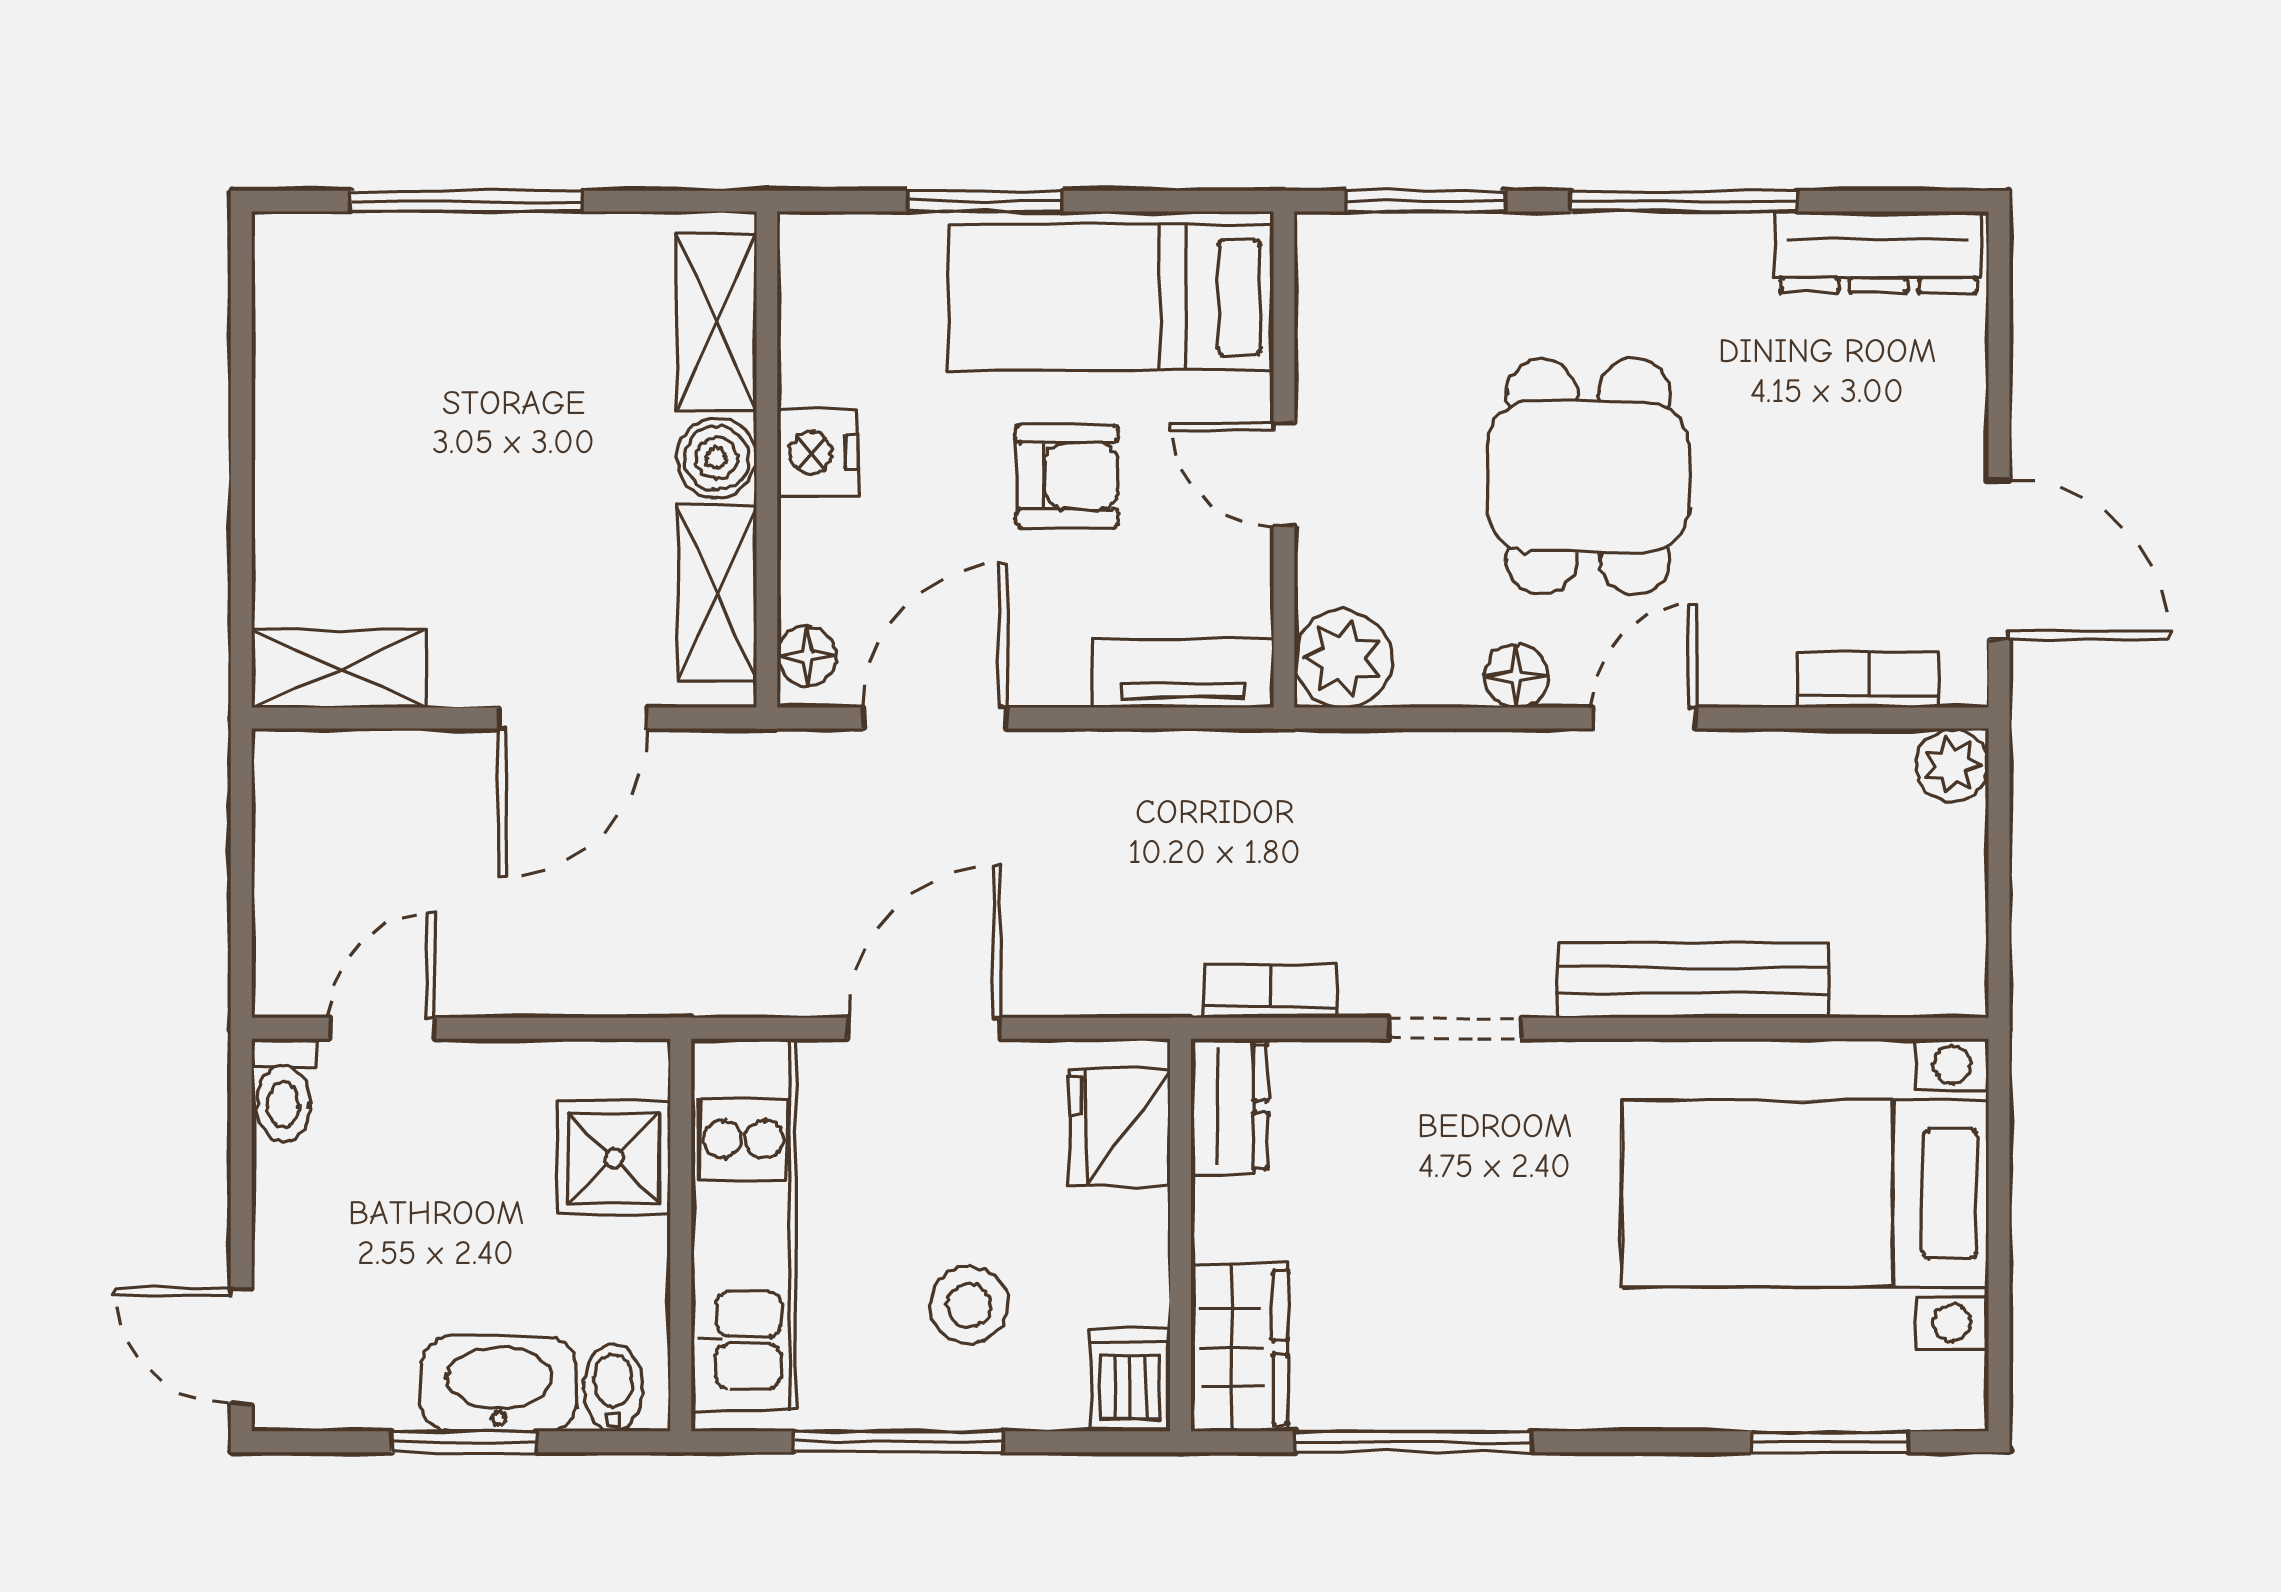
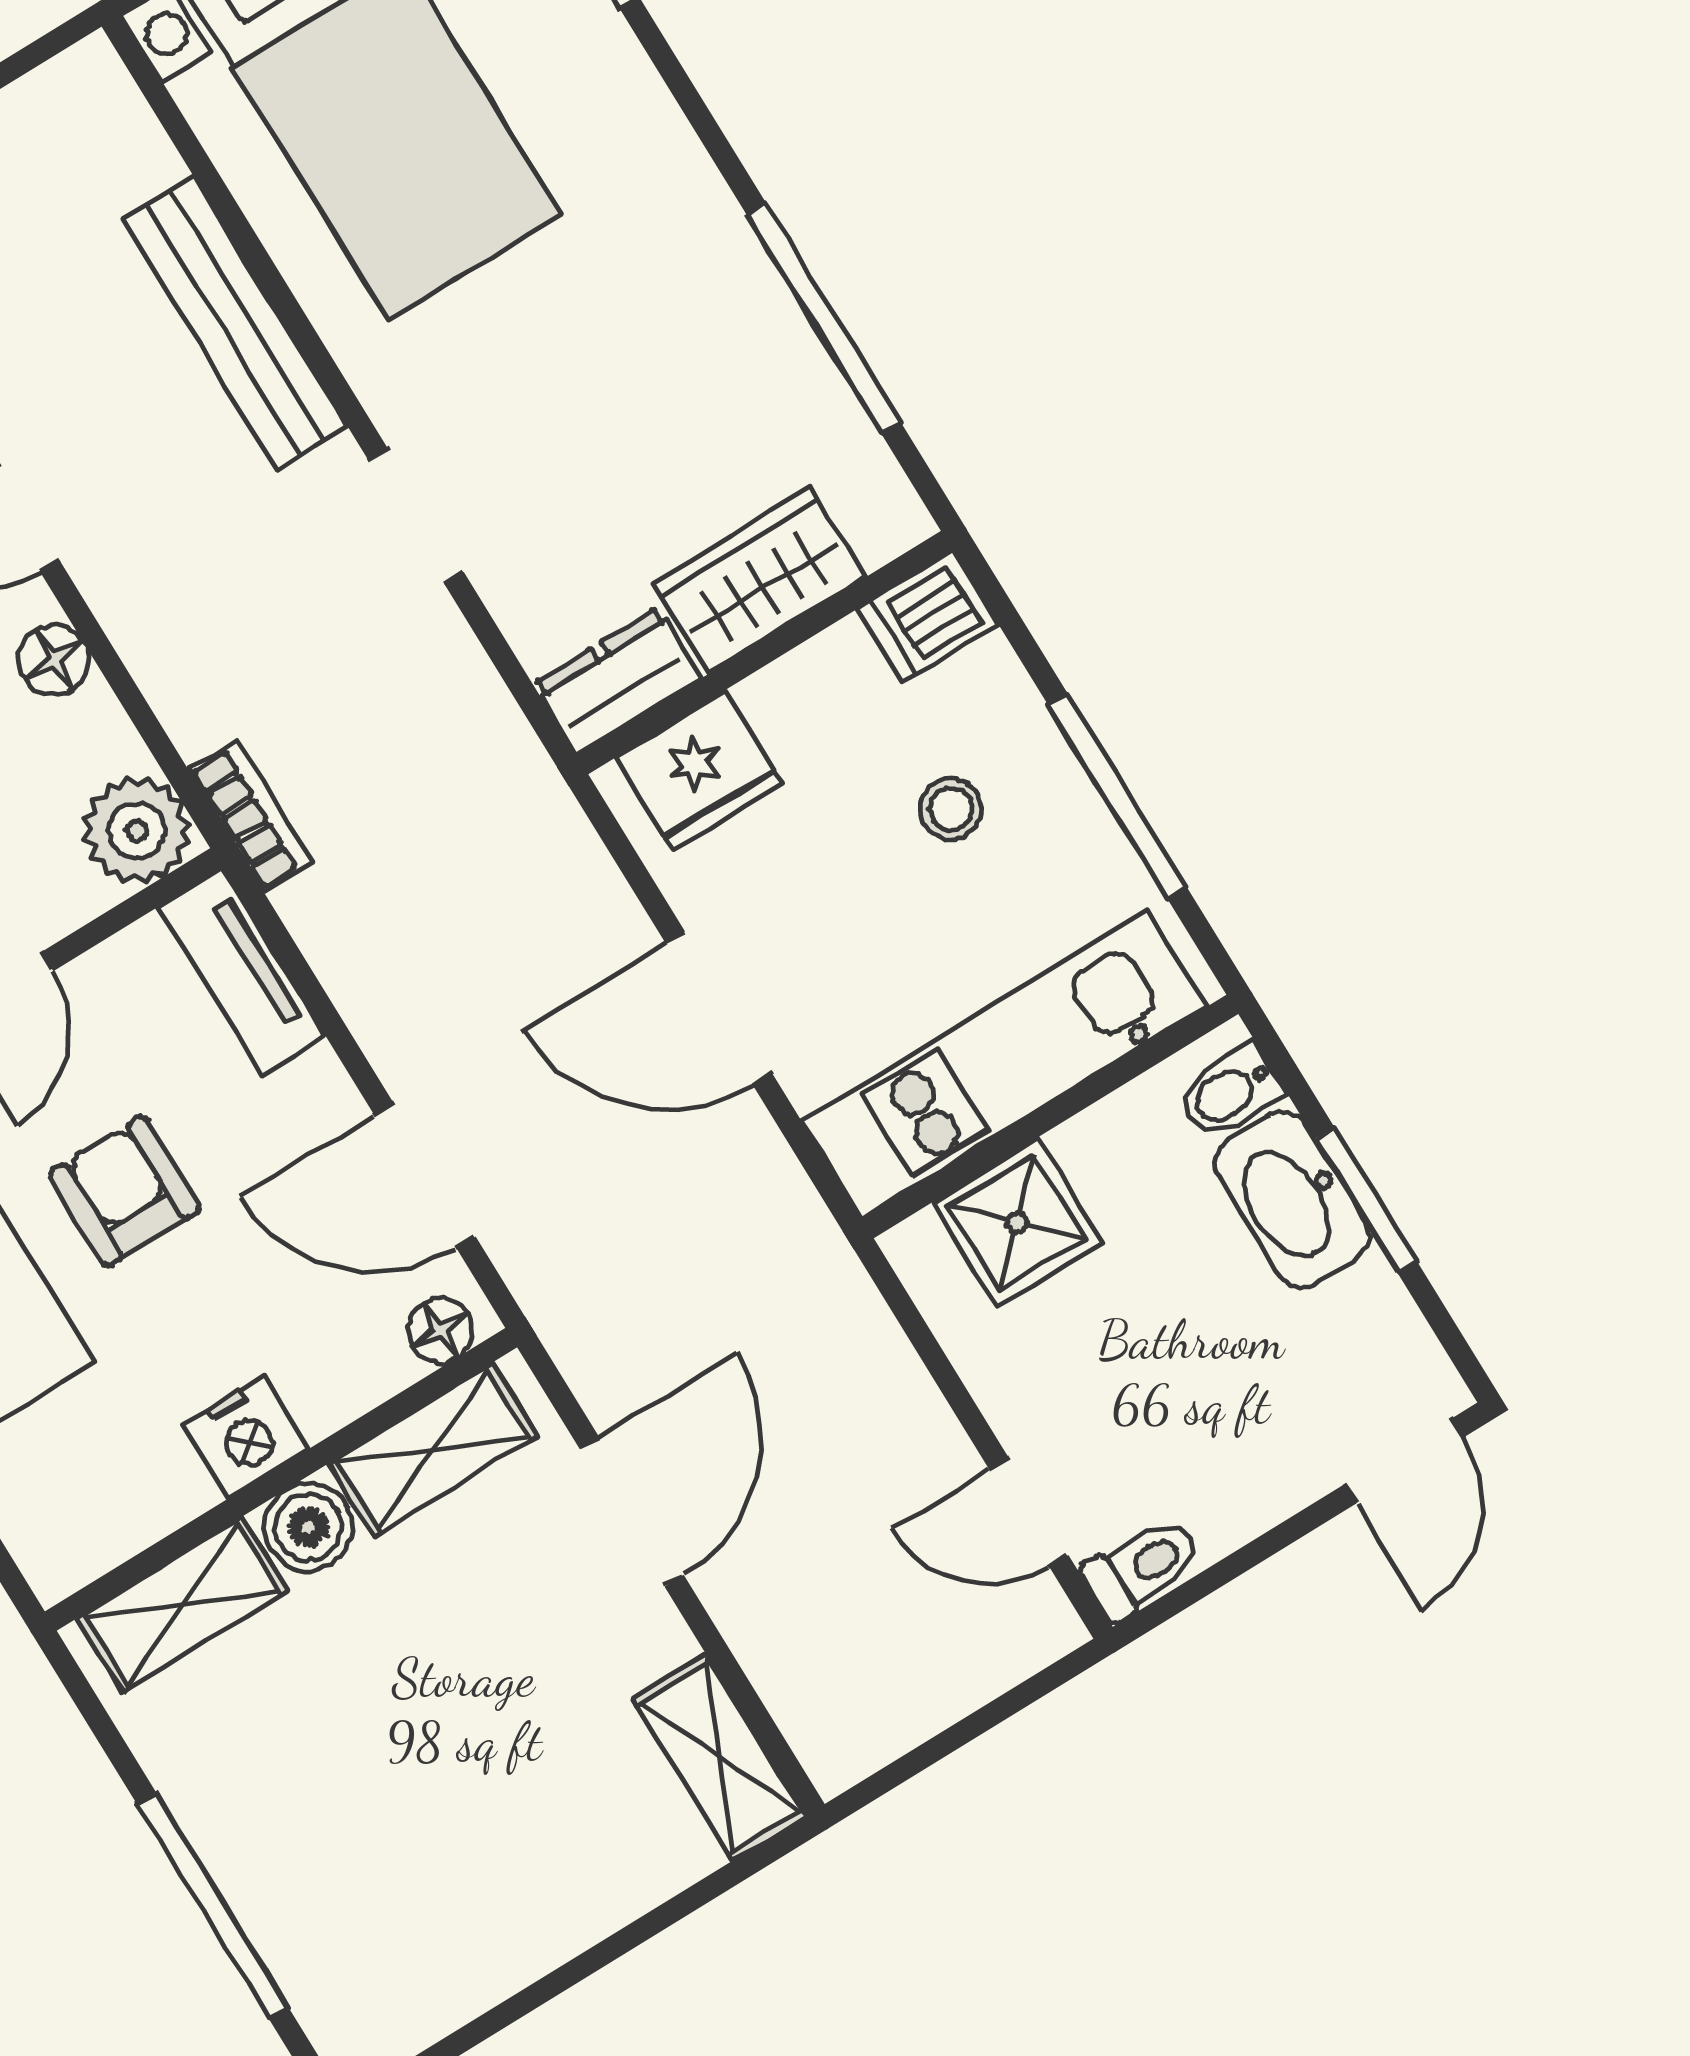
door: (573, 718) -> (632, 1512), hinge flipped
bookcase: (1271, 991) -> (251, 816), moved, turned 180
stool: (969, 1305) -> (951, 809), width x0.73, depth x0.73
wardrobe: (1240, 1347) -> (759, 580), moved

